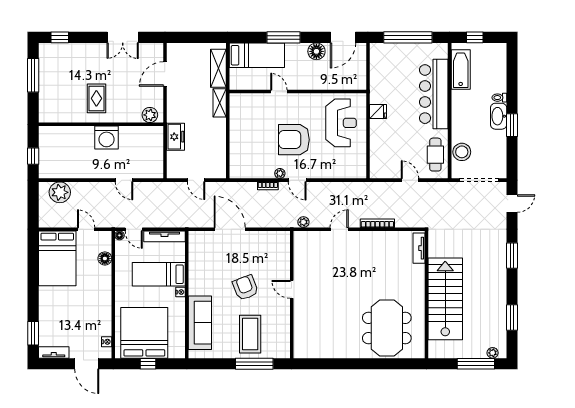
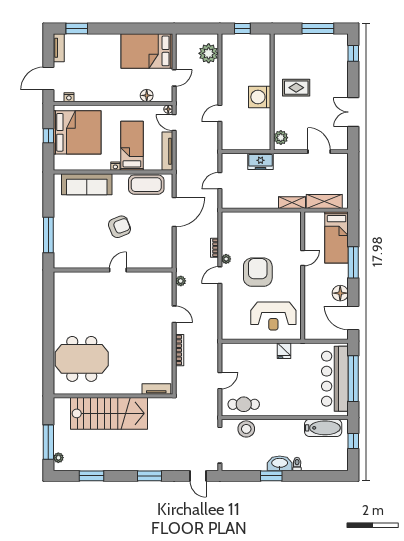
bar counter: (434, 94) -> (335, 379), moved, turned -90
door: (134, 229) -> (174, 122), hinge flipped
coffee table: (250, 334) -> (146, 185), moved

